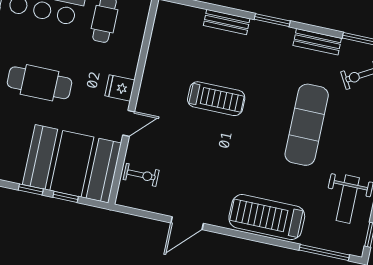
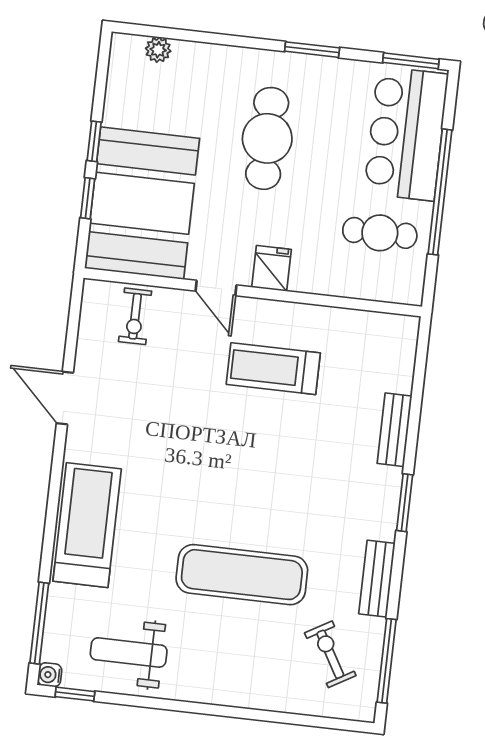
treadmill: (216, 99) -> (273, 369), moved, turned 90
water cooler: (357, 249) -> (50, 675), added

